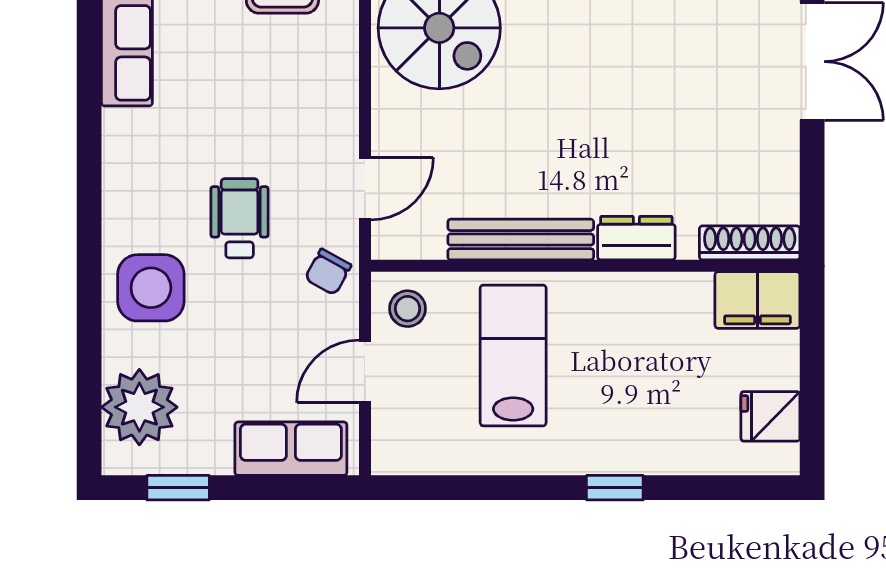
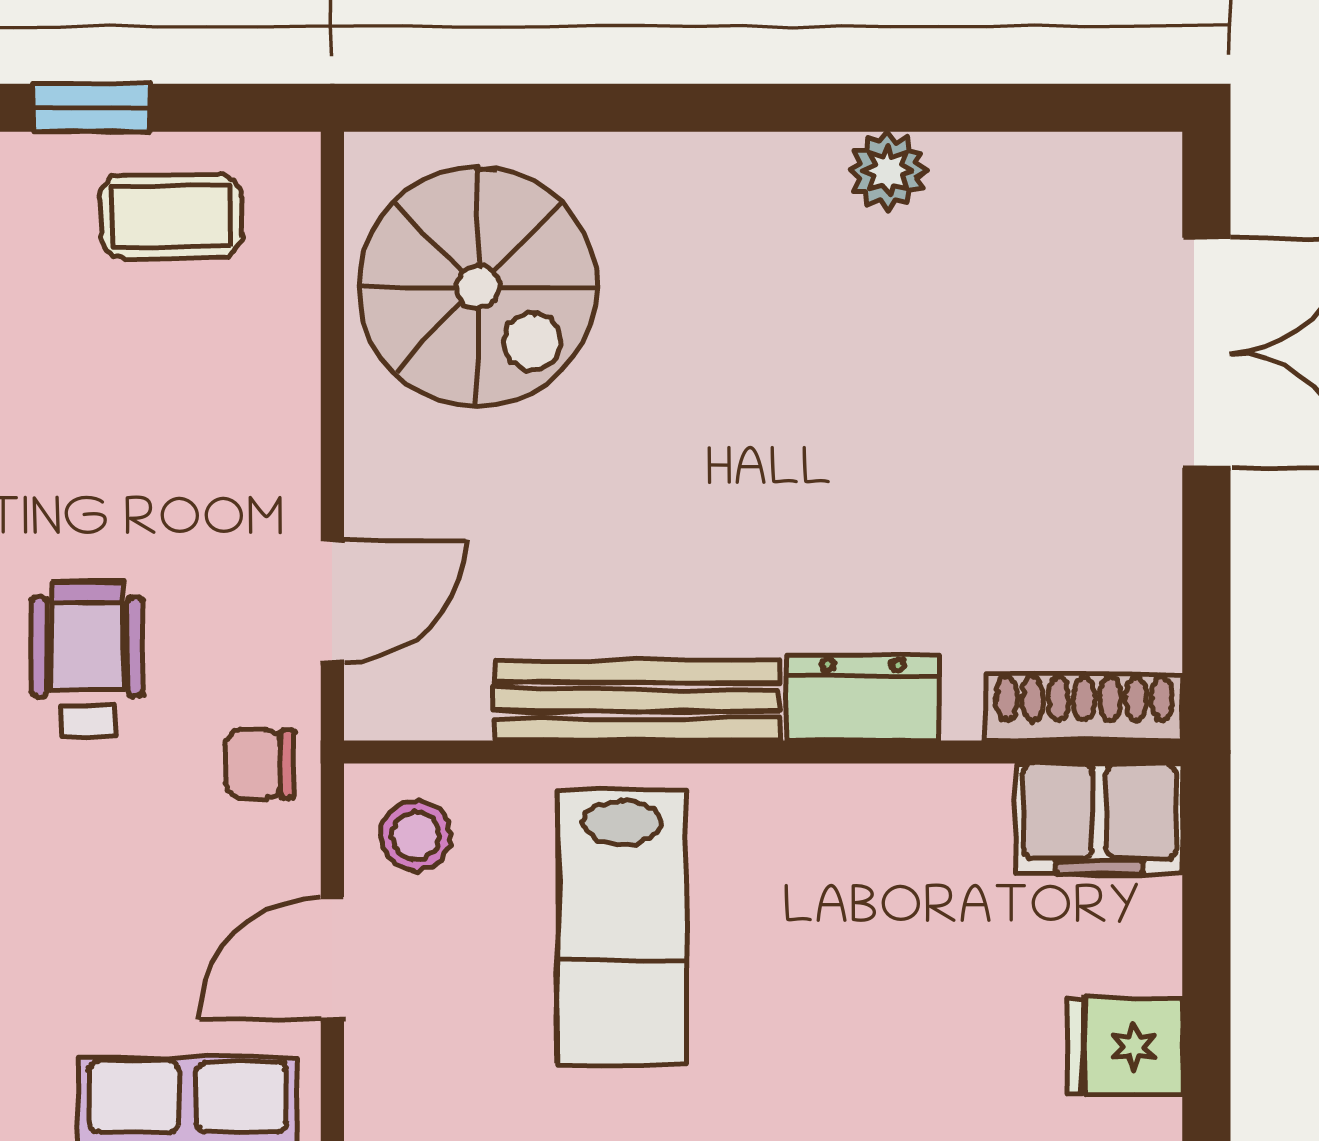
chair: (328, 272) -> (260, 764), turned 61
lab bench: (513, 355) -> (622, 927), turned 180

